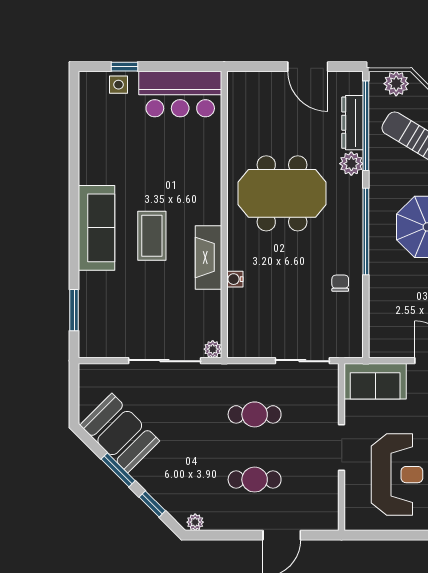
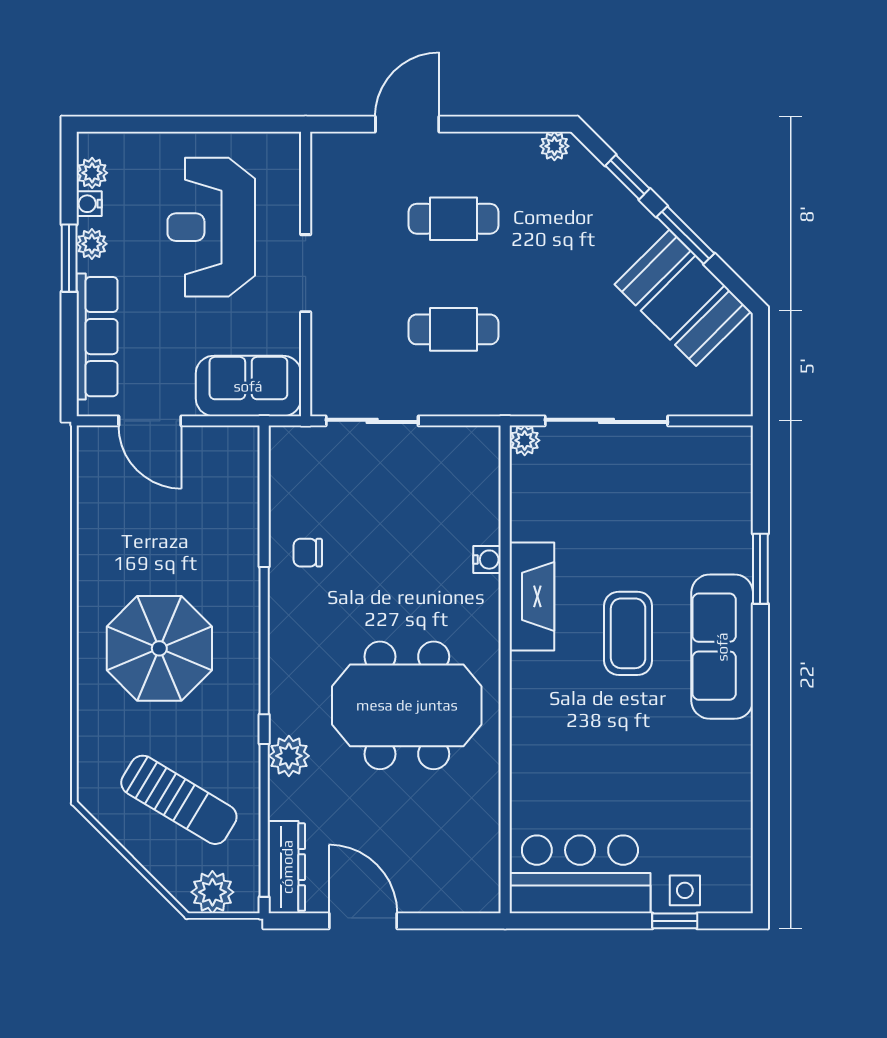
dresser: (353, 123) -> (287, 867), moved
chair: (340, 283) -> (308, 553), turned 90
window: (74, 310) -> (760, 569), moved

